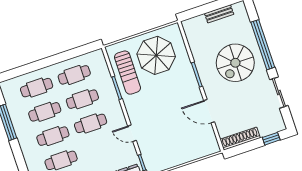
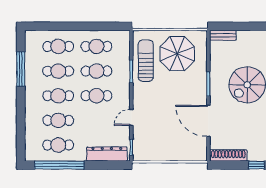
bench: (219, 14) -> (223, 35), moved
sun lounger: (128, 73) -> (146, 61), turned 180
door: (209, 111) -> (208, 121), width x1.36
door: (132, 133) -> (131, 117), hinge flipped

